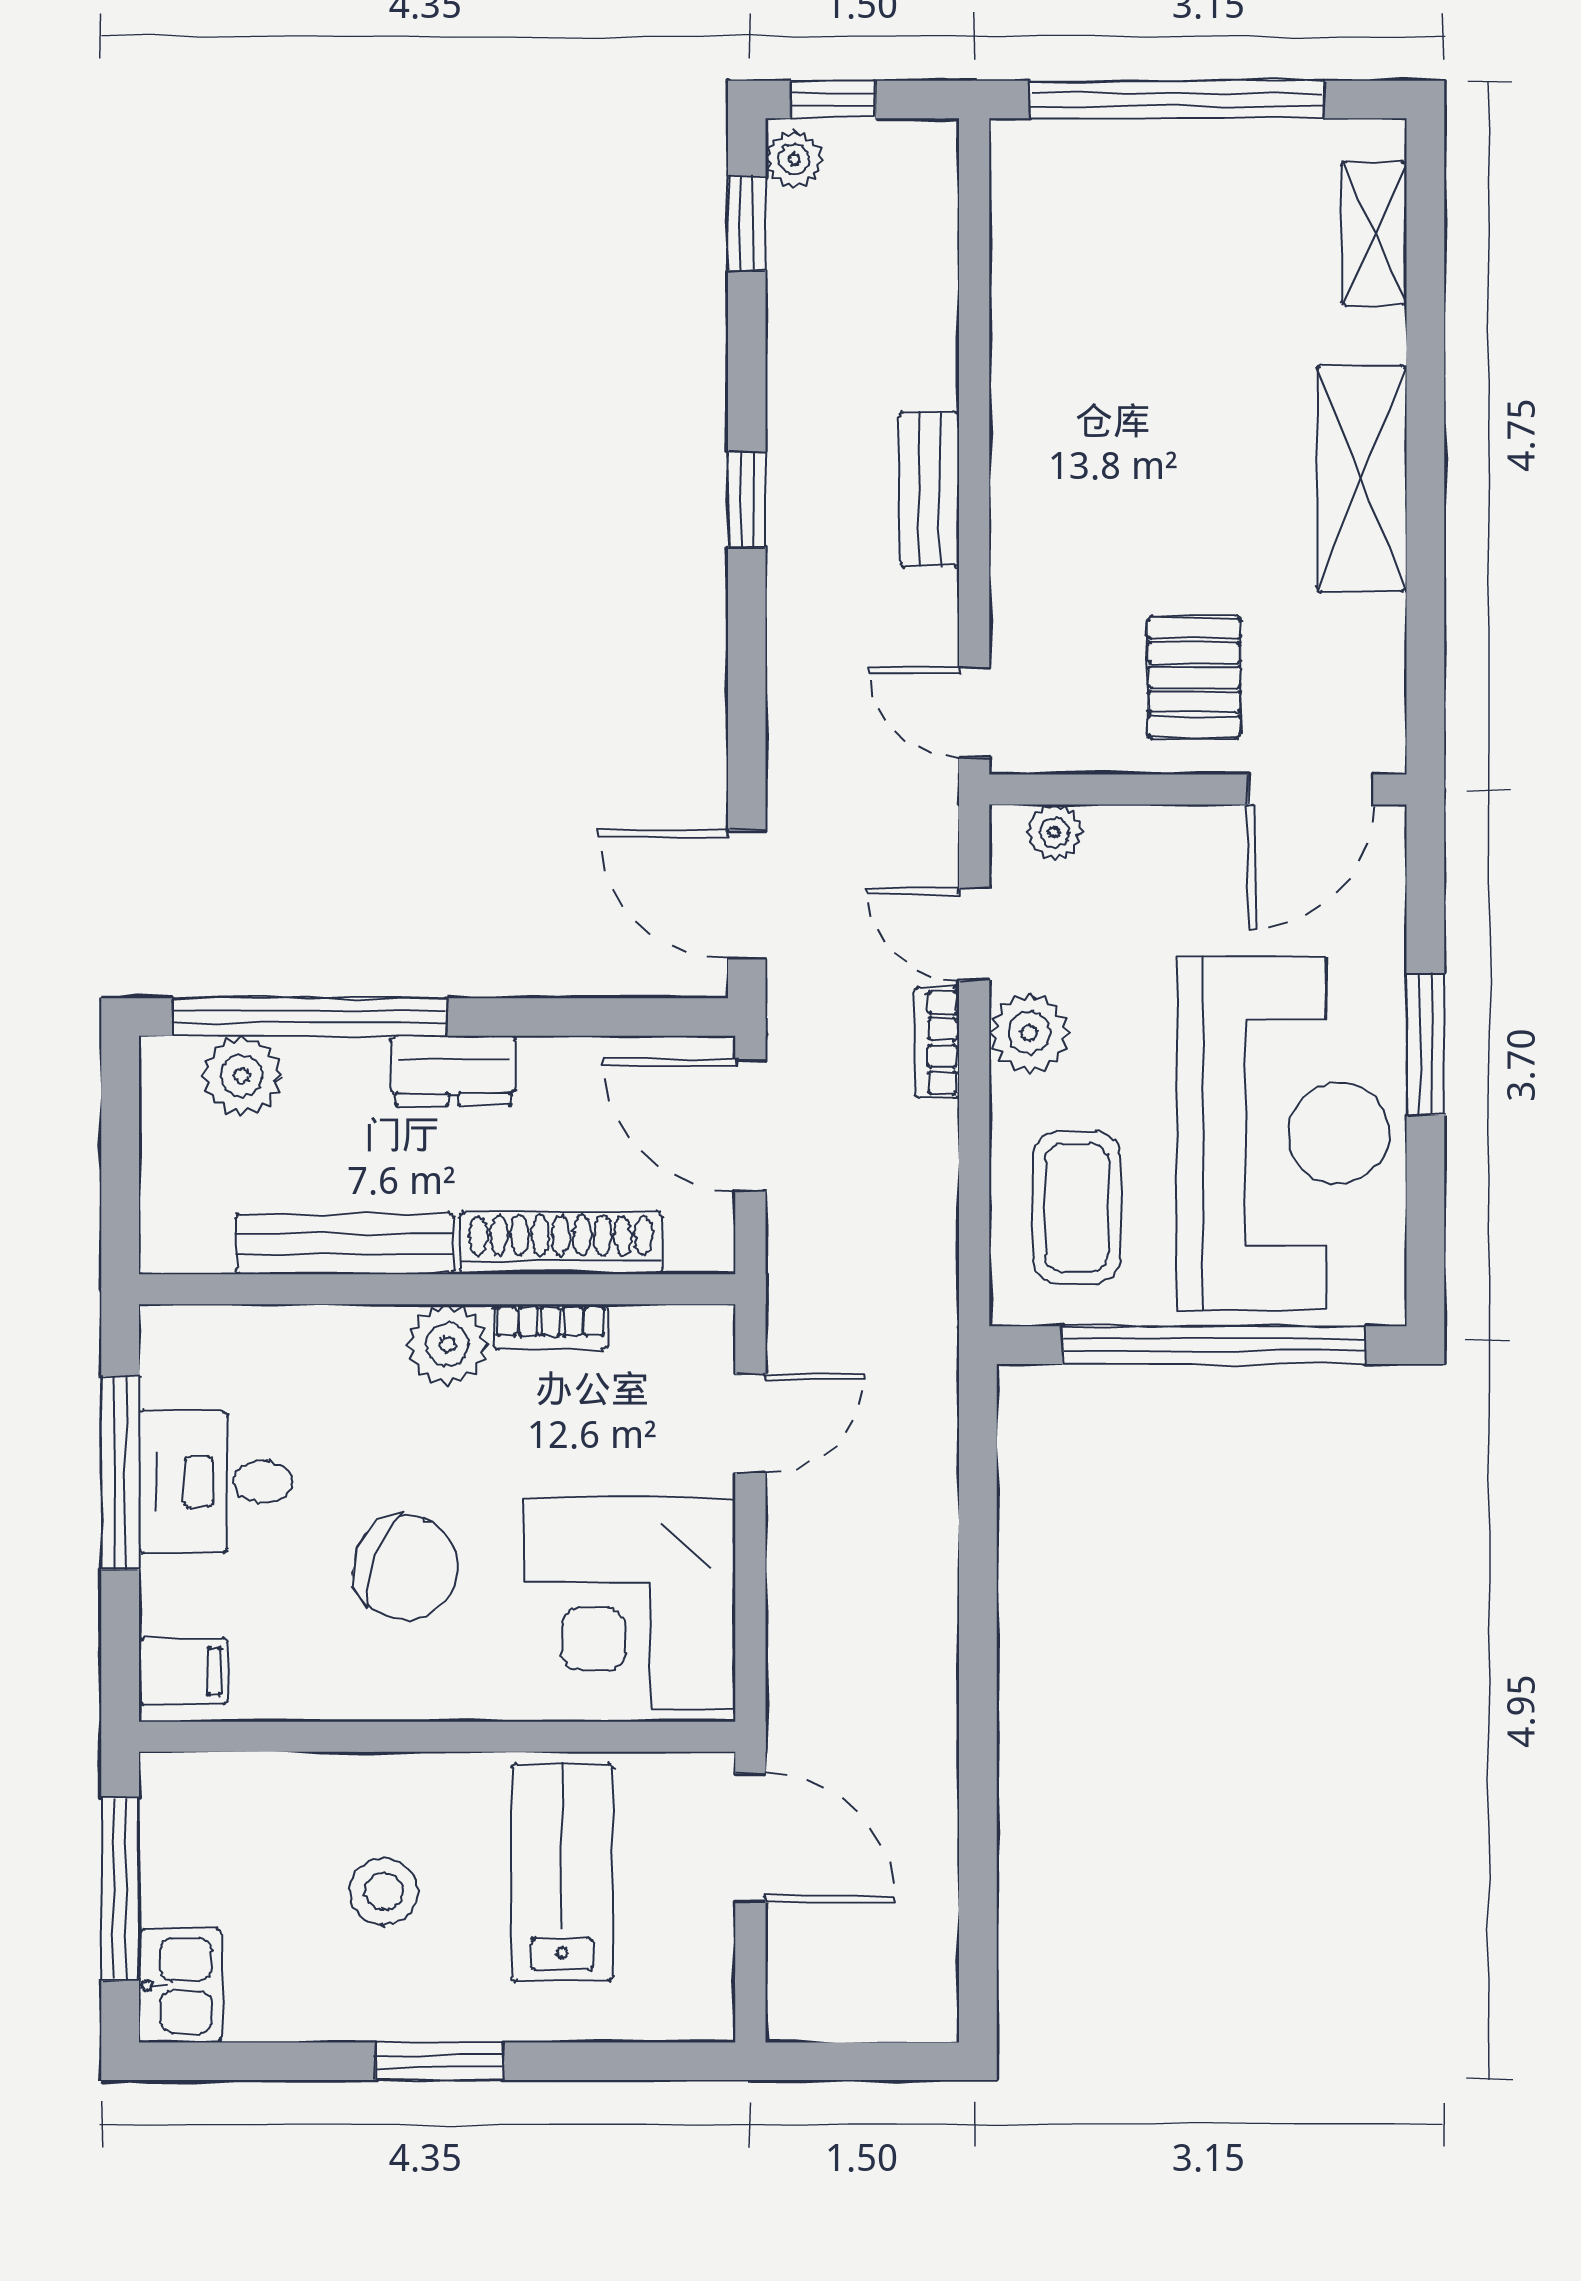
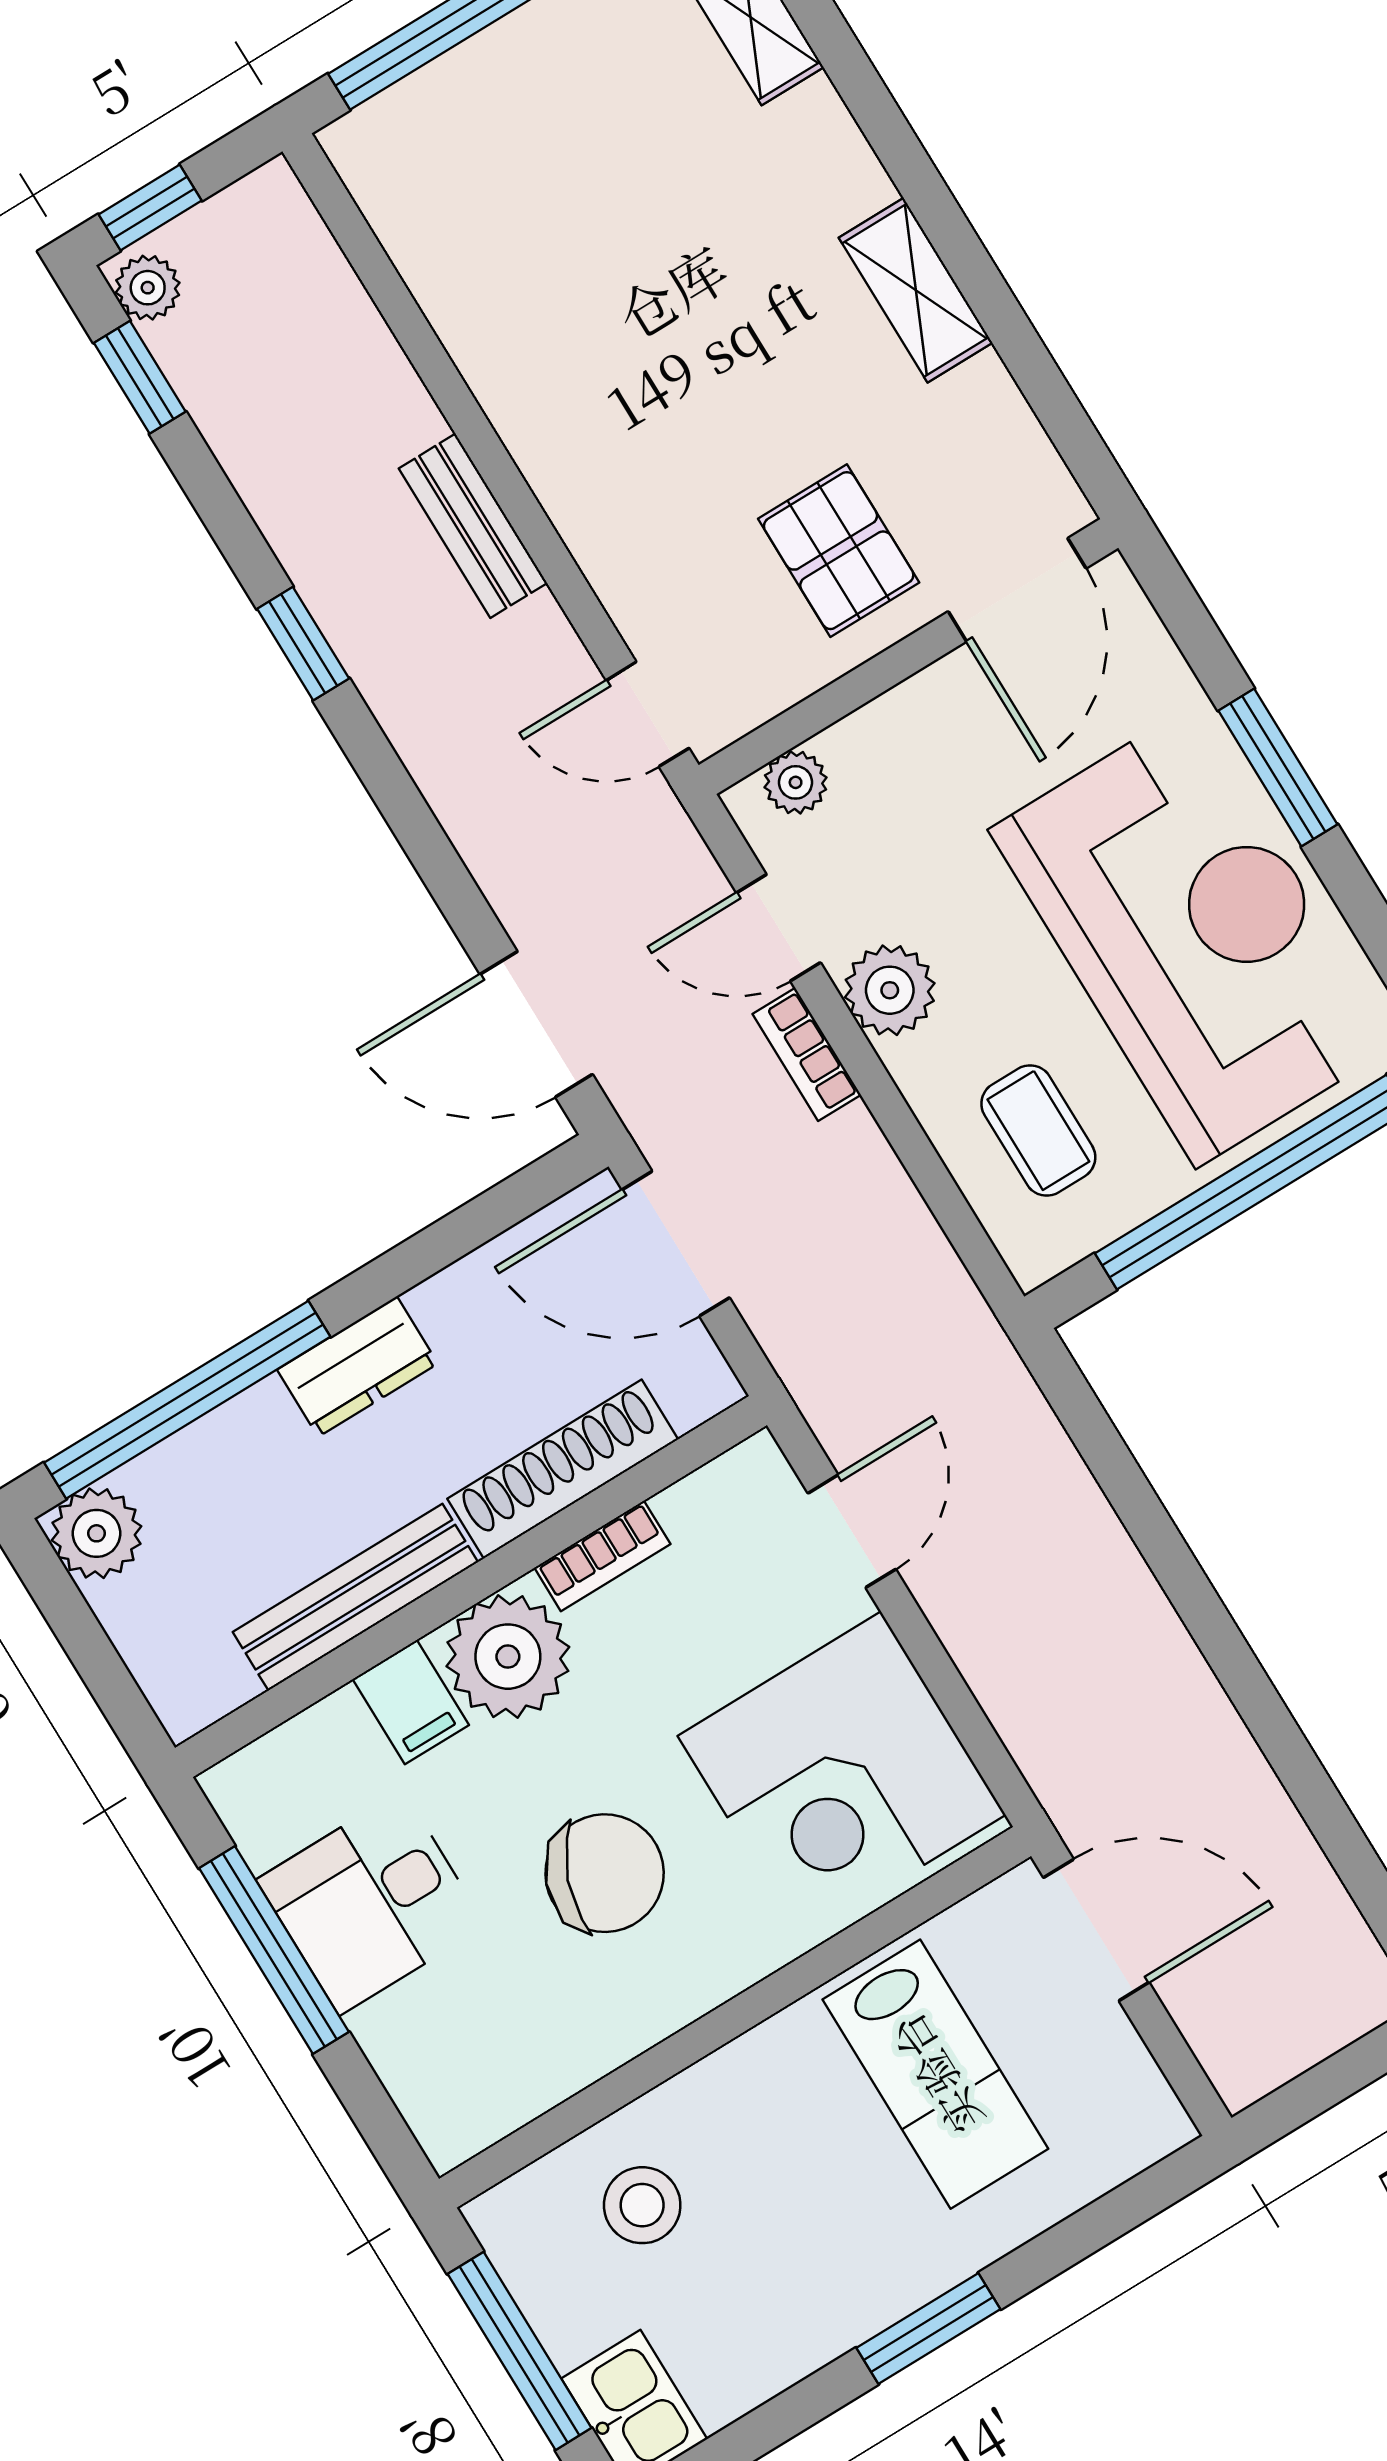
shelving: (1362, 478) -> (916, 290), width x0.67, depth x0.75
plant: (242, 1076) -> (97, 1533), moved
coffee table: (1077, 1207) -> (1038, 1130), width x0.73, depth x0.77
plant: (447, 1345) -> (508, 1657), width x1.36, depth x1.36
filing cabinet: (183, 1671) -> (411, 1702), moved, turned 90
lab bench: (562, 1872) -> (935, 2074), turned 180
stool: (384, 1891) -> (642, 2205), moved

